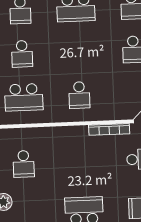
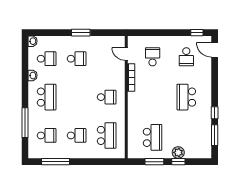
school desk: (24, 164) -> (153, 137), width x1.85

